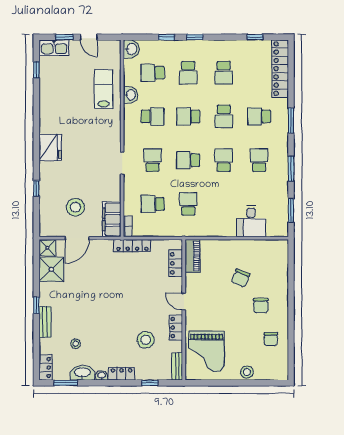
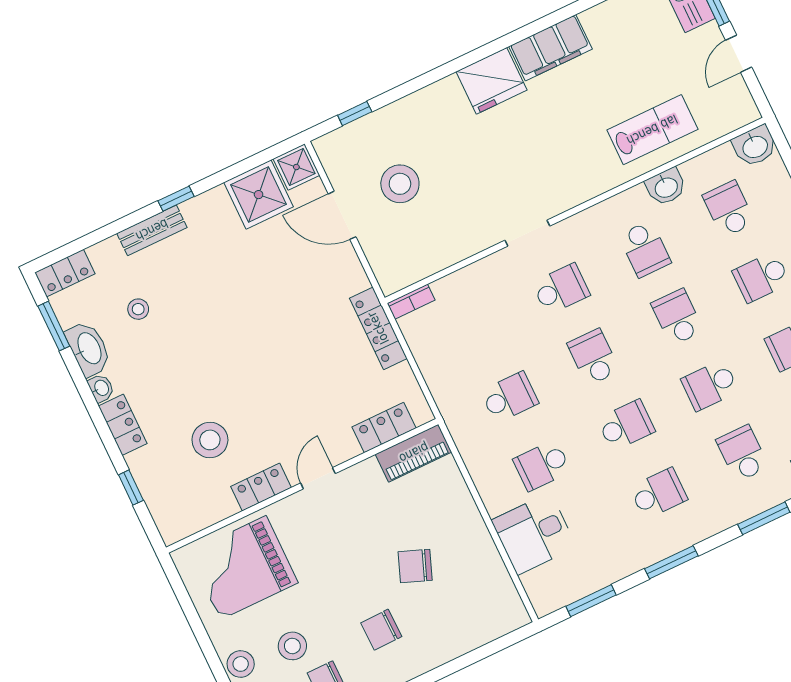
window: (36, 188) -> (355, 113), moved
school desk: (153, 204) -> (542, 465), moved, turned -90
filing cabinet: (112, 219) -> (550, 48), moved, turned 180
stool: (250, 346) -> (292, 646), added
bench: (177, 366) -> (187, 525), removed

